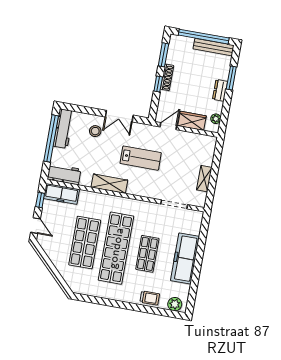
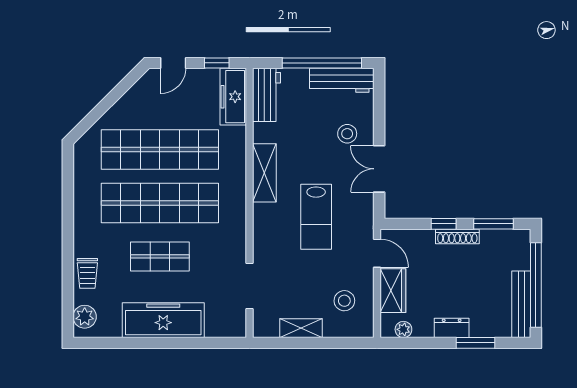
stool: (193, 150) -> (344, 301), added
shop shelf: (85, 243) -> (160, 149), width x1.40

